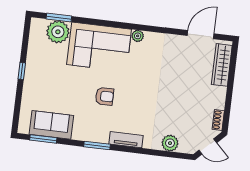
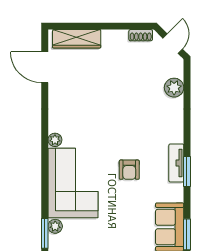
plant: (58, 32) -> (55, 226), width x0.53, depth x0.53
armchair: (104, 96) -> (129, 170), turned 180
tv unit: (126, 140) -> (176, 163), moved

